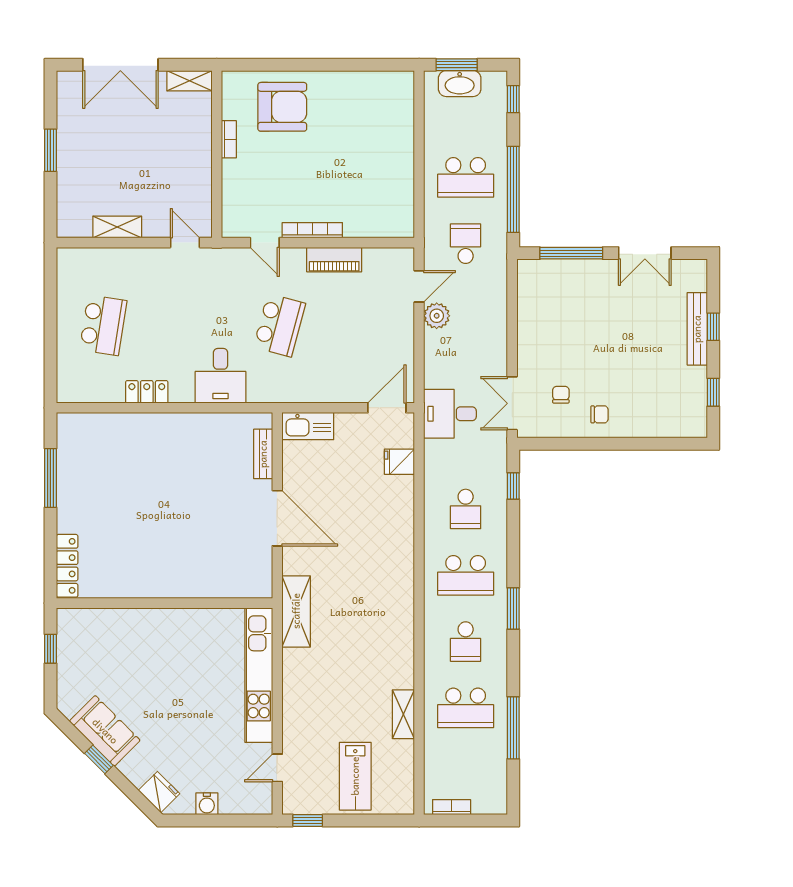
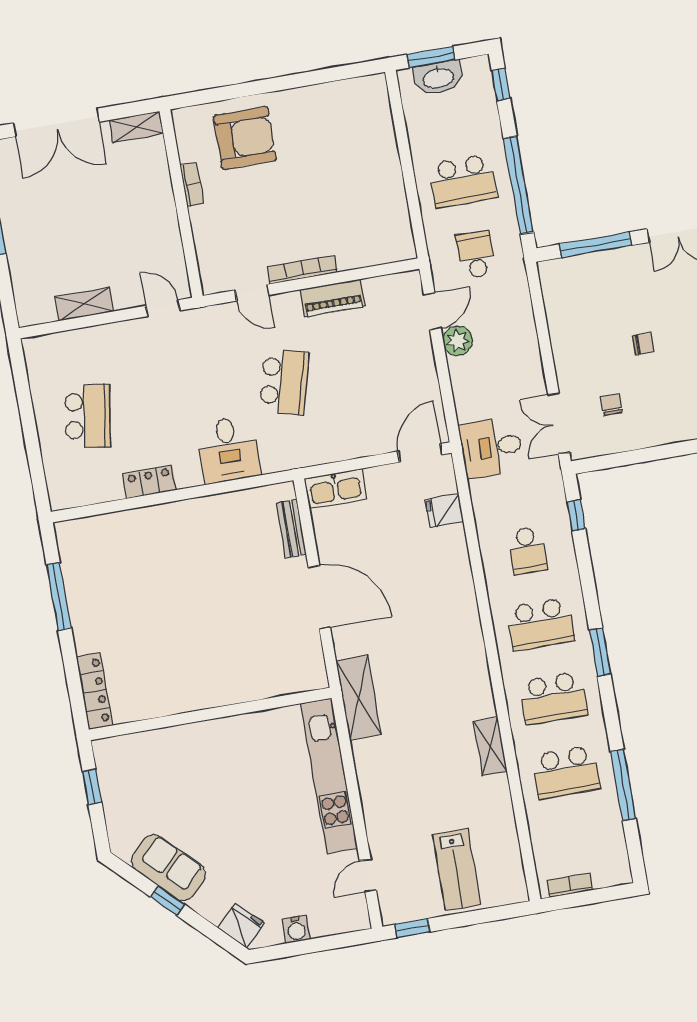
chair: (600, 414) -> (643, 344), moved
school desk: (466, 642) -> (553, 698), width x1.85
shelving: (403, 714) -> (490, 746), moved

